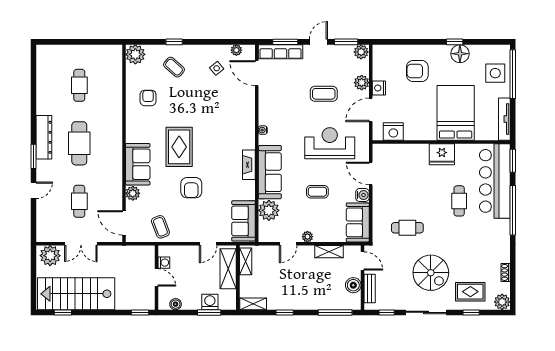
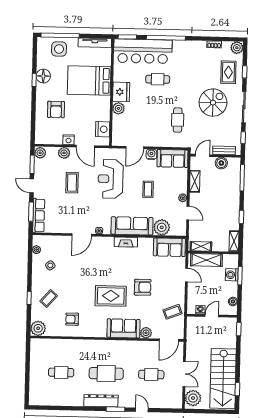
door: (257, 73) -> (82, 235), moved
plant: (421, 151) -> (118, 108), added

